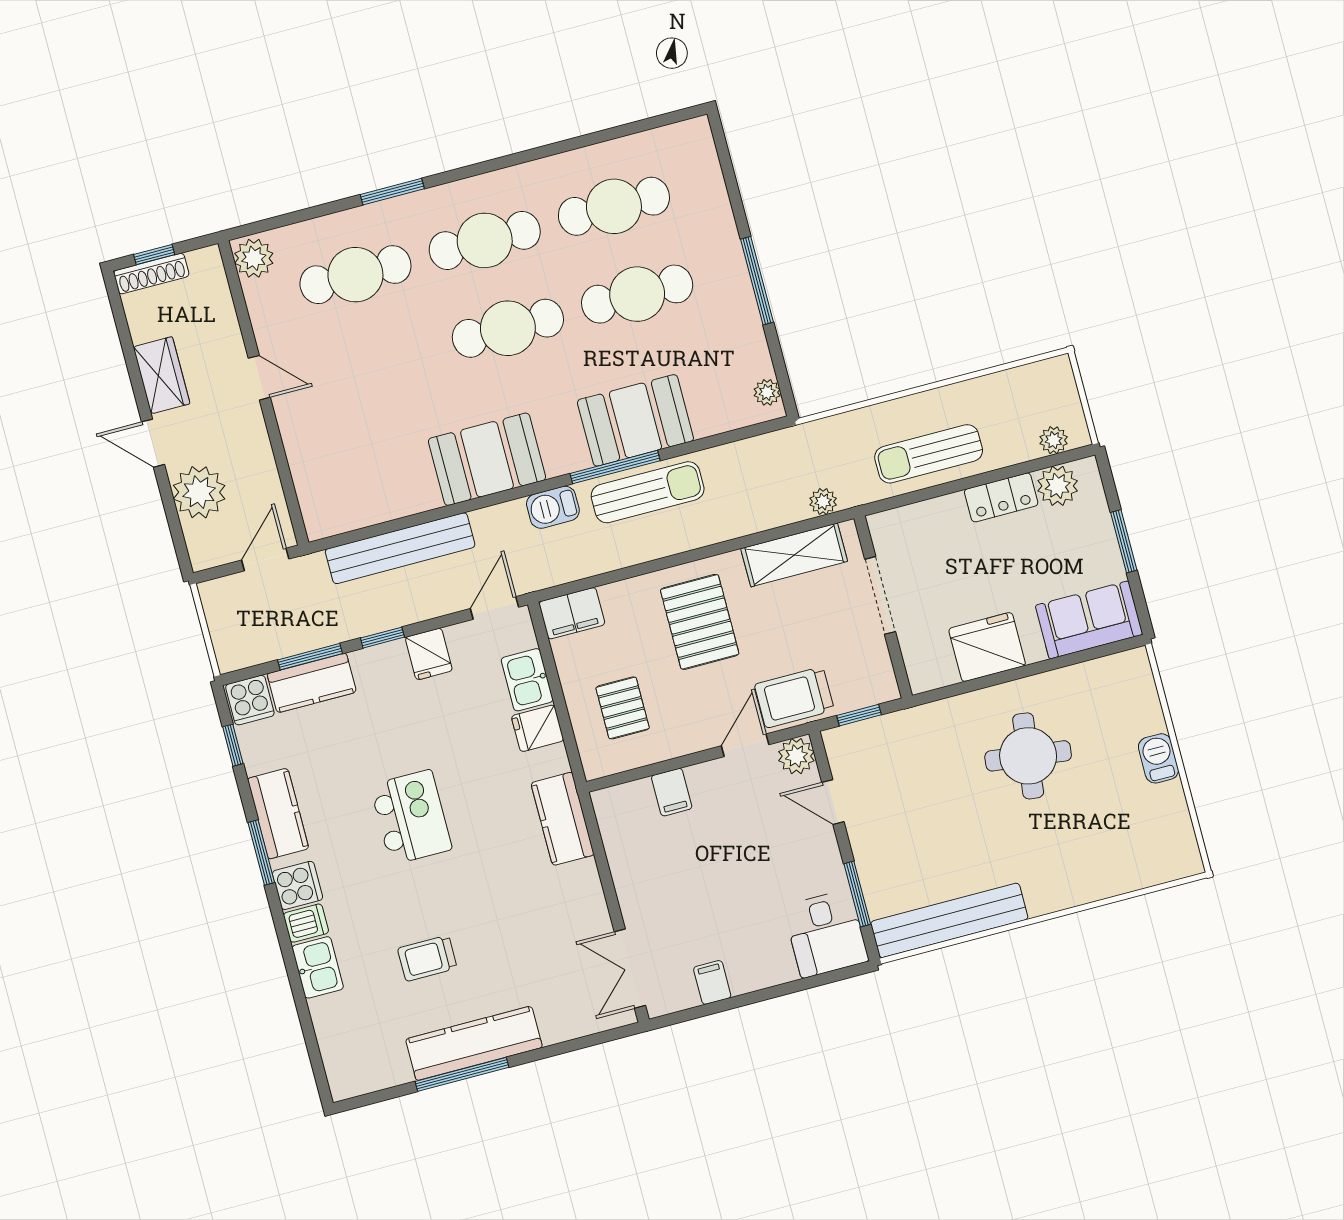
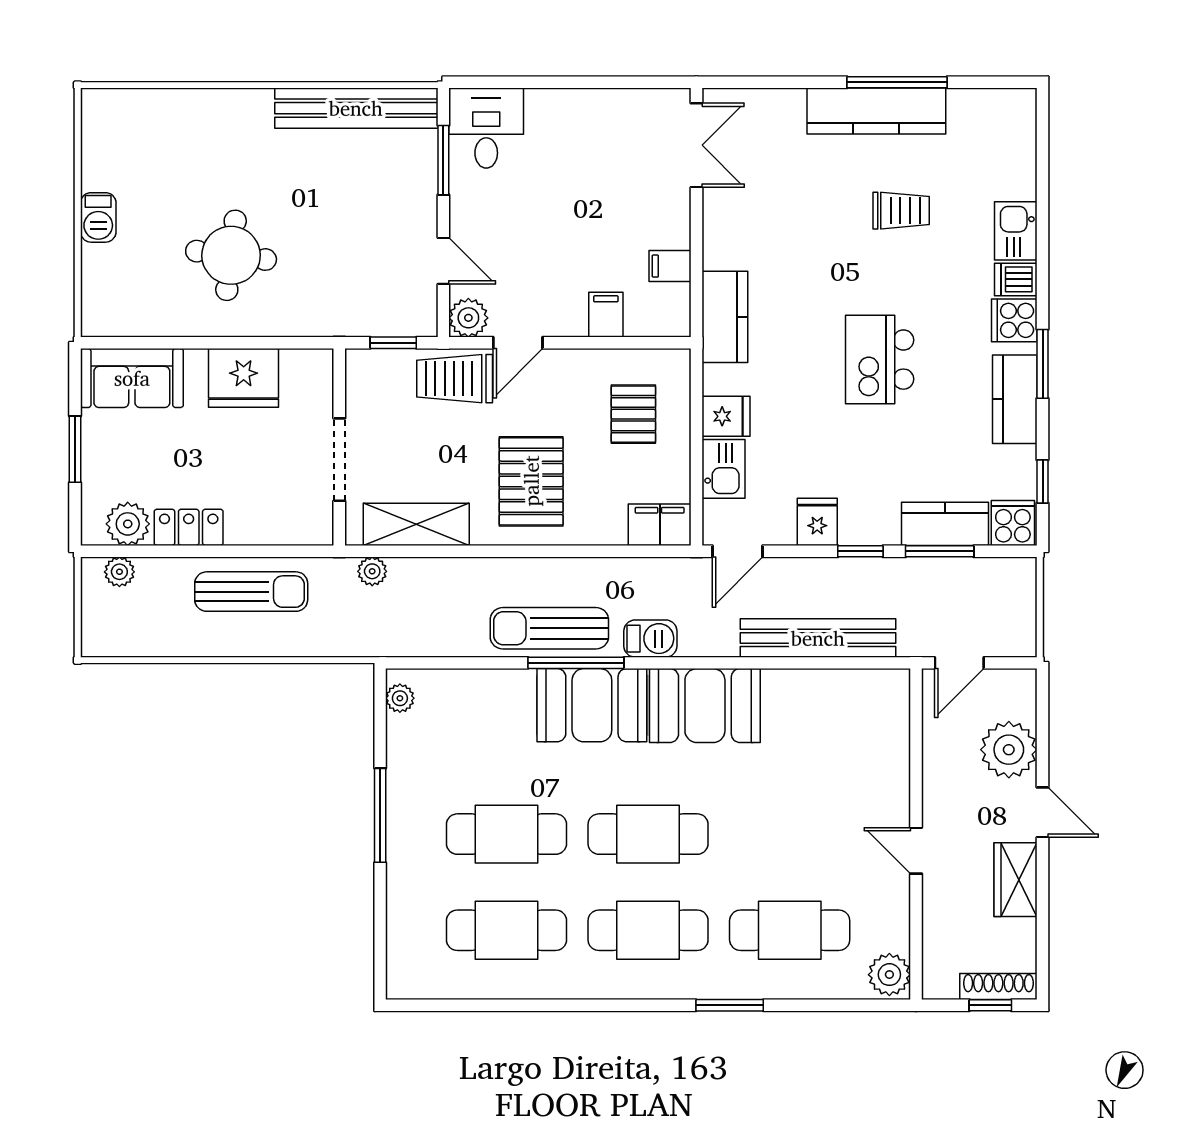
booth: (635, 420) -> (592, 705), moved
trolley: (794, 697) -> (455, 379), turned 180
filing cabinet: (712, 982) -> (670, 266), moved, turned 90

